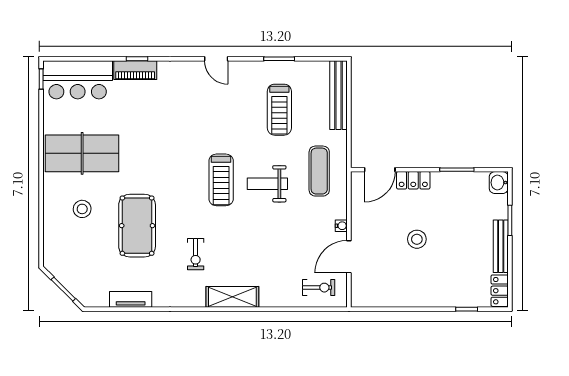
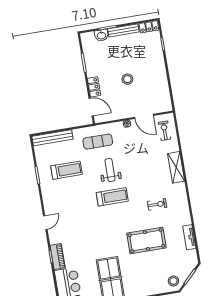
door: (216, 59) -> (45, 223), moved
washbasin: (499, 183) -> (101, 35), moved
weight bench: (267, 184) -> (110, 170), turned 180
stool: (82, 209) -> (173, 281), moved
shelving: (232, 297) -> (176, 167), moved

